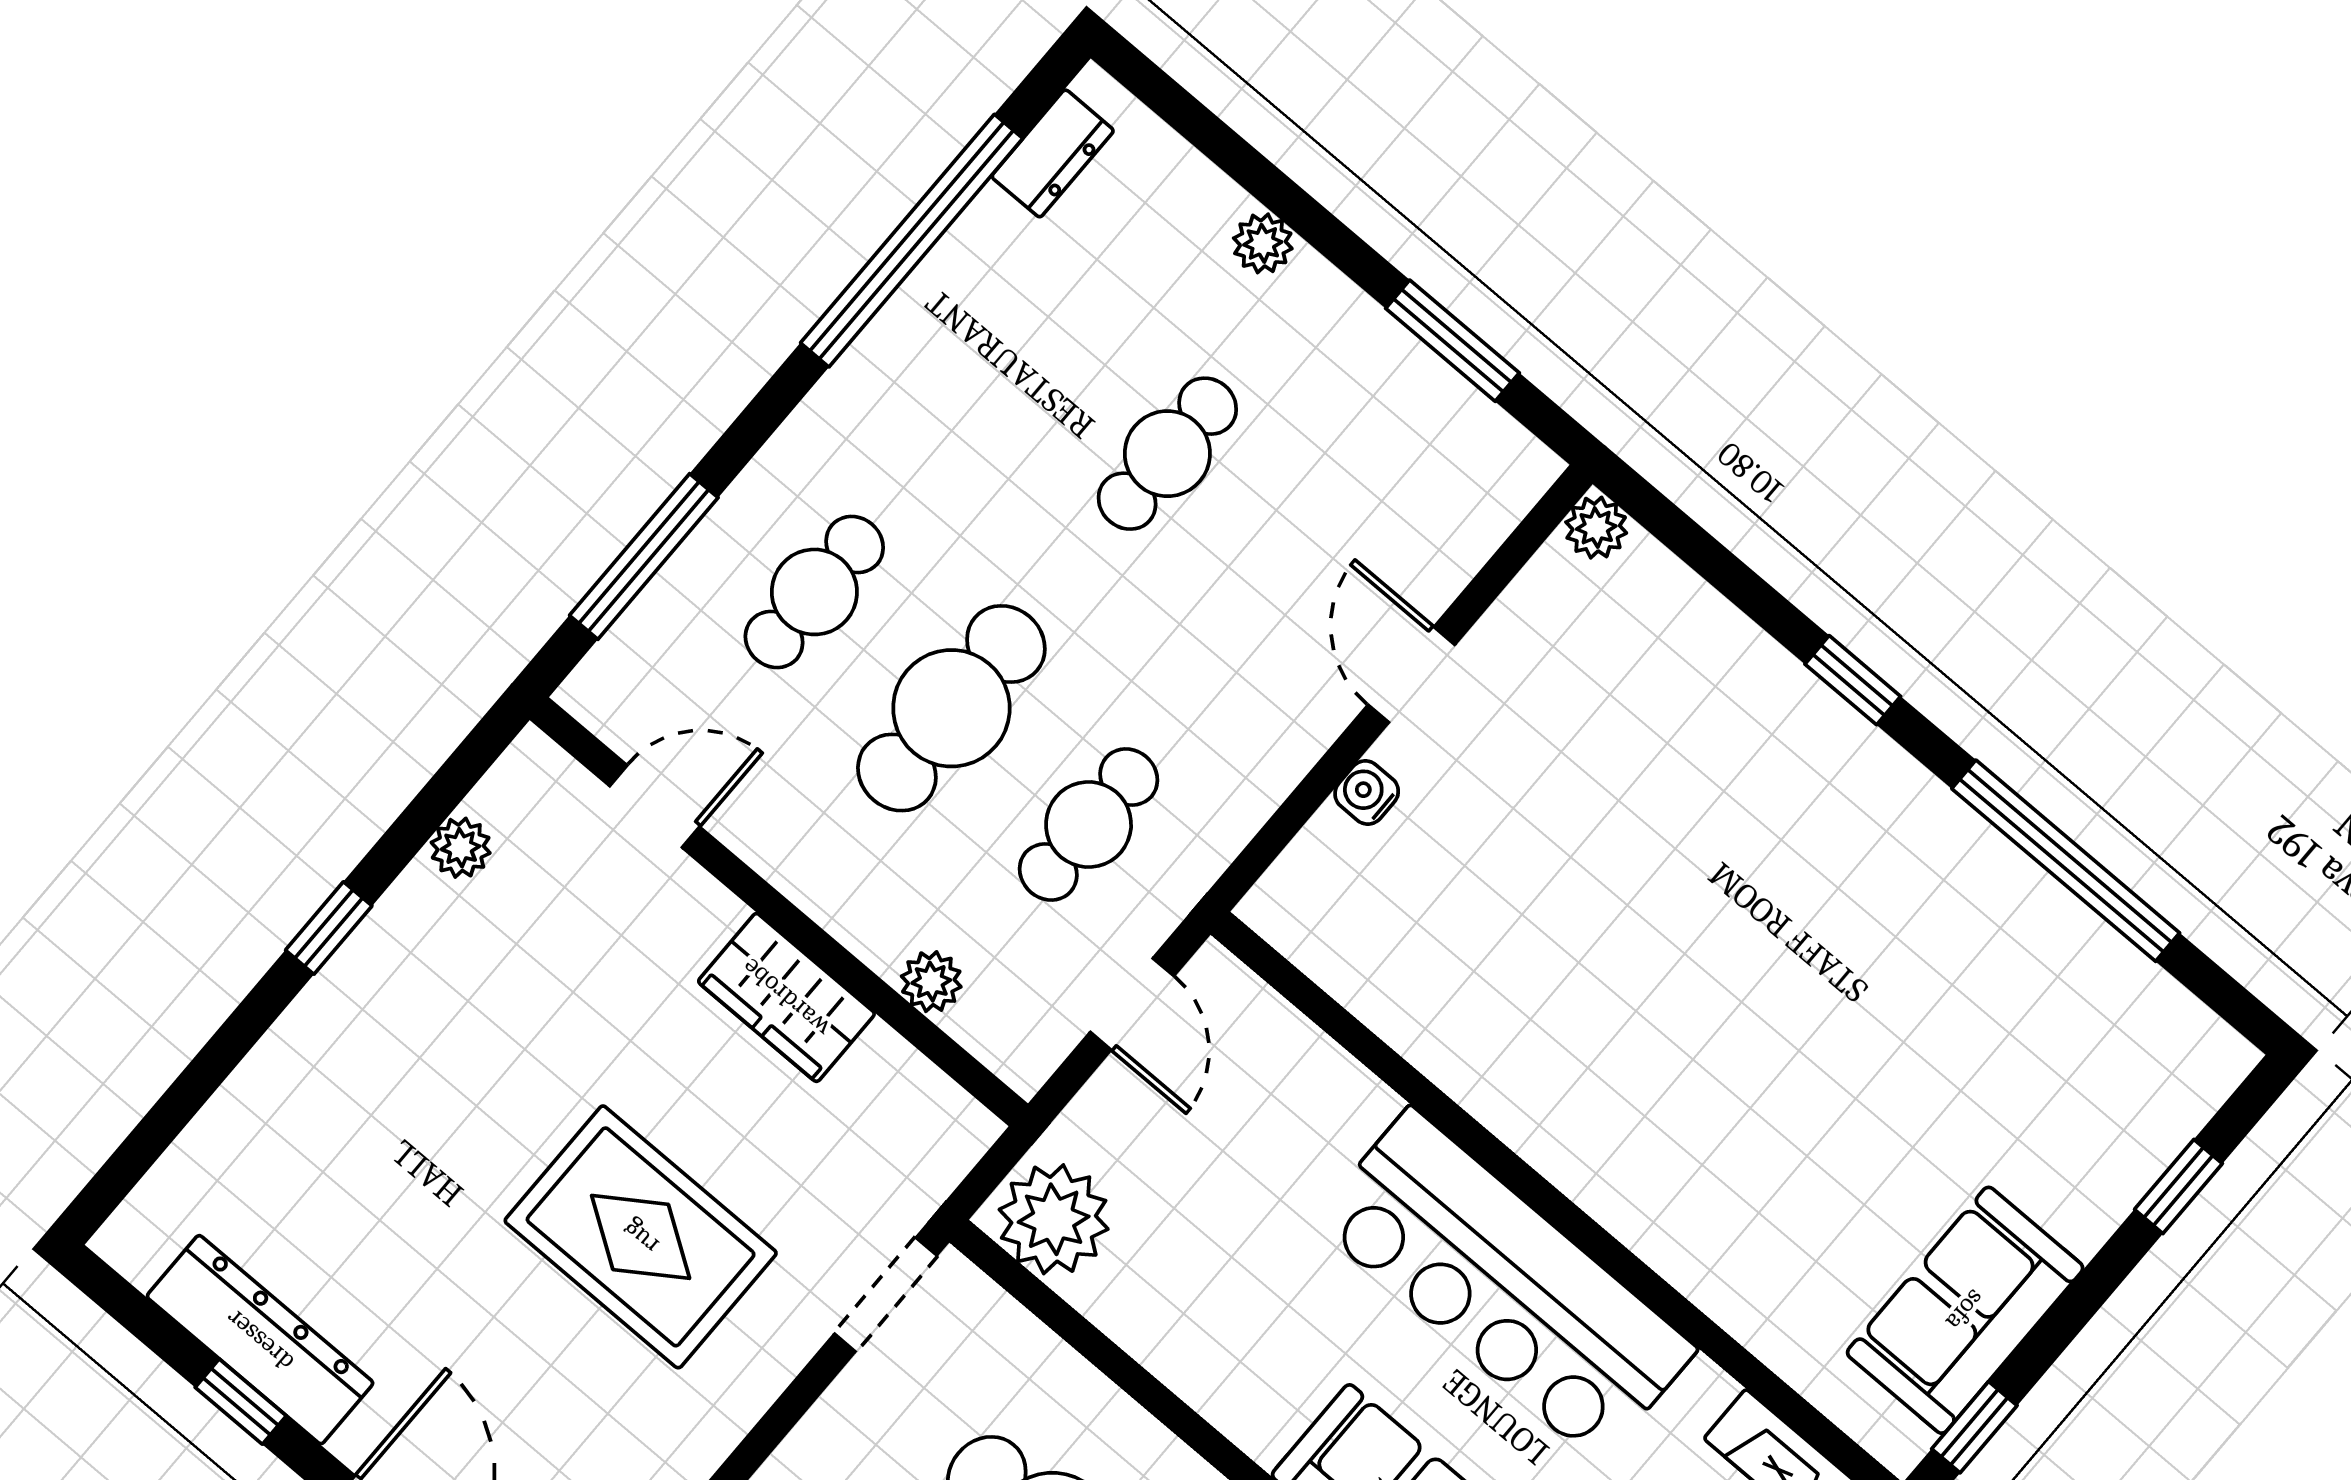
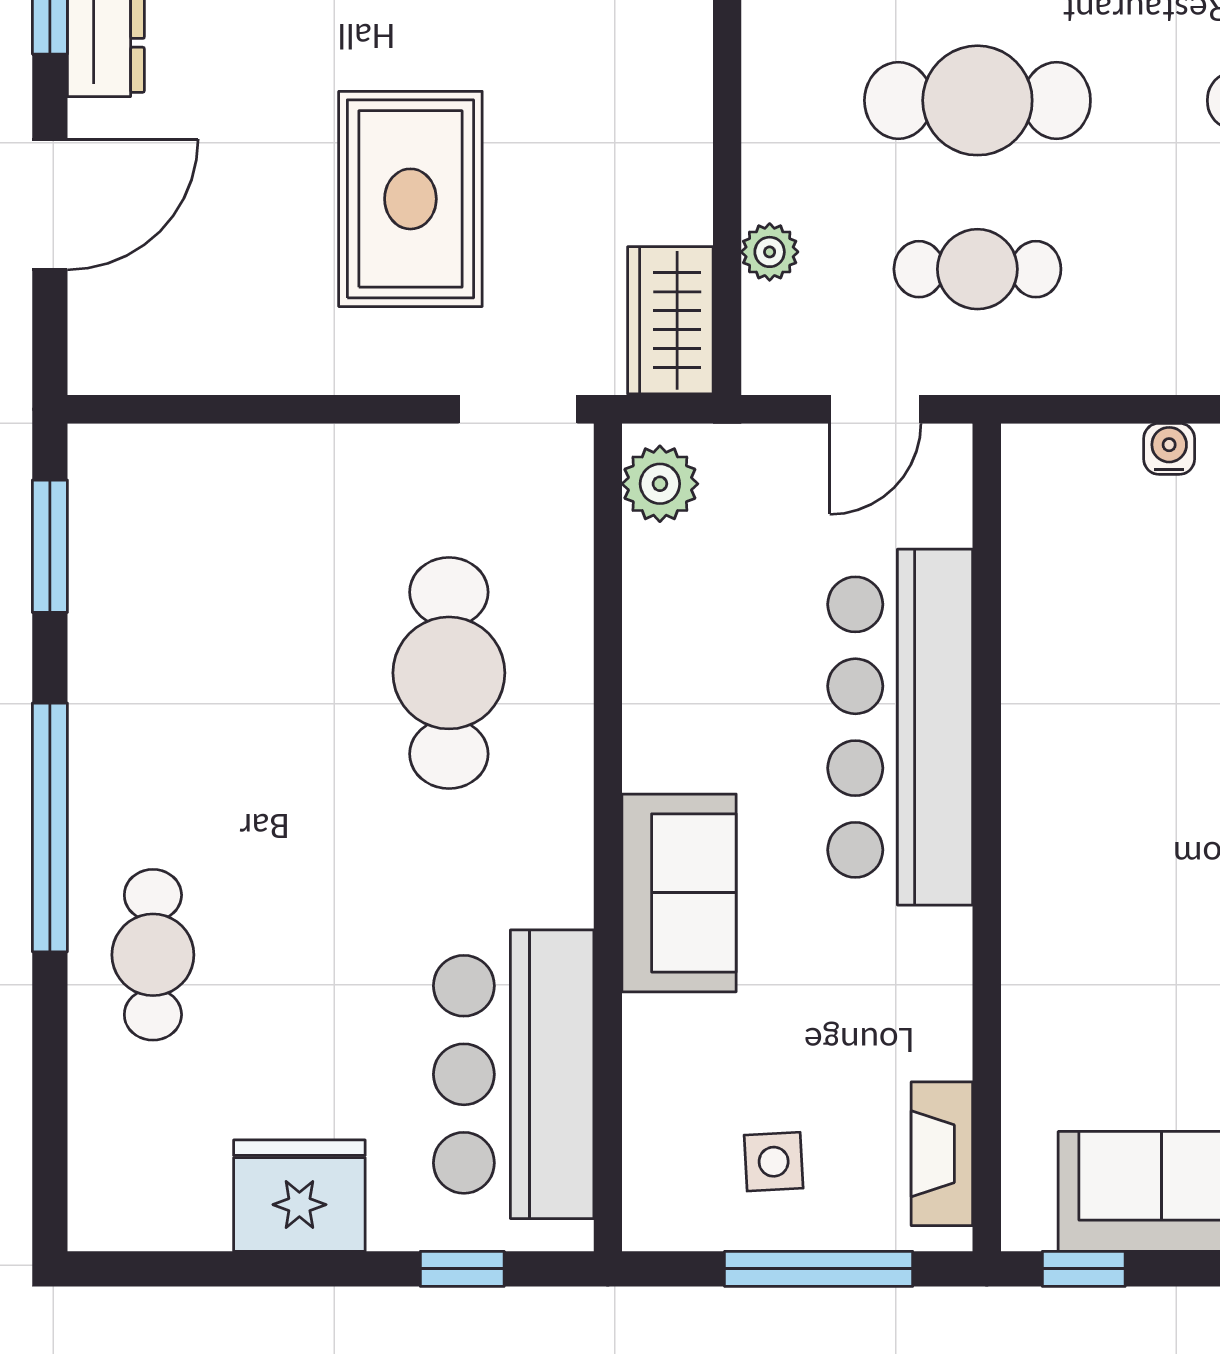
wardrobe: (786, 997) -> (670, 320), moved
plant: (1054, 1219) -> (660, 484), width x0.73, depth x0.73
bar counter: (1505, 1285) -> (900, 727), moved

